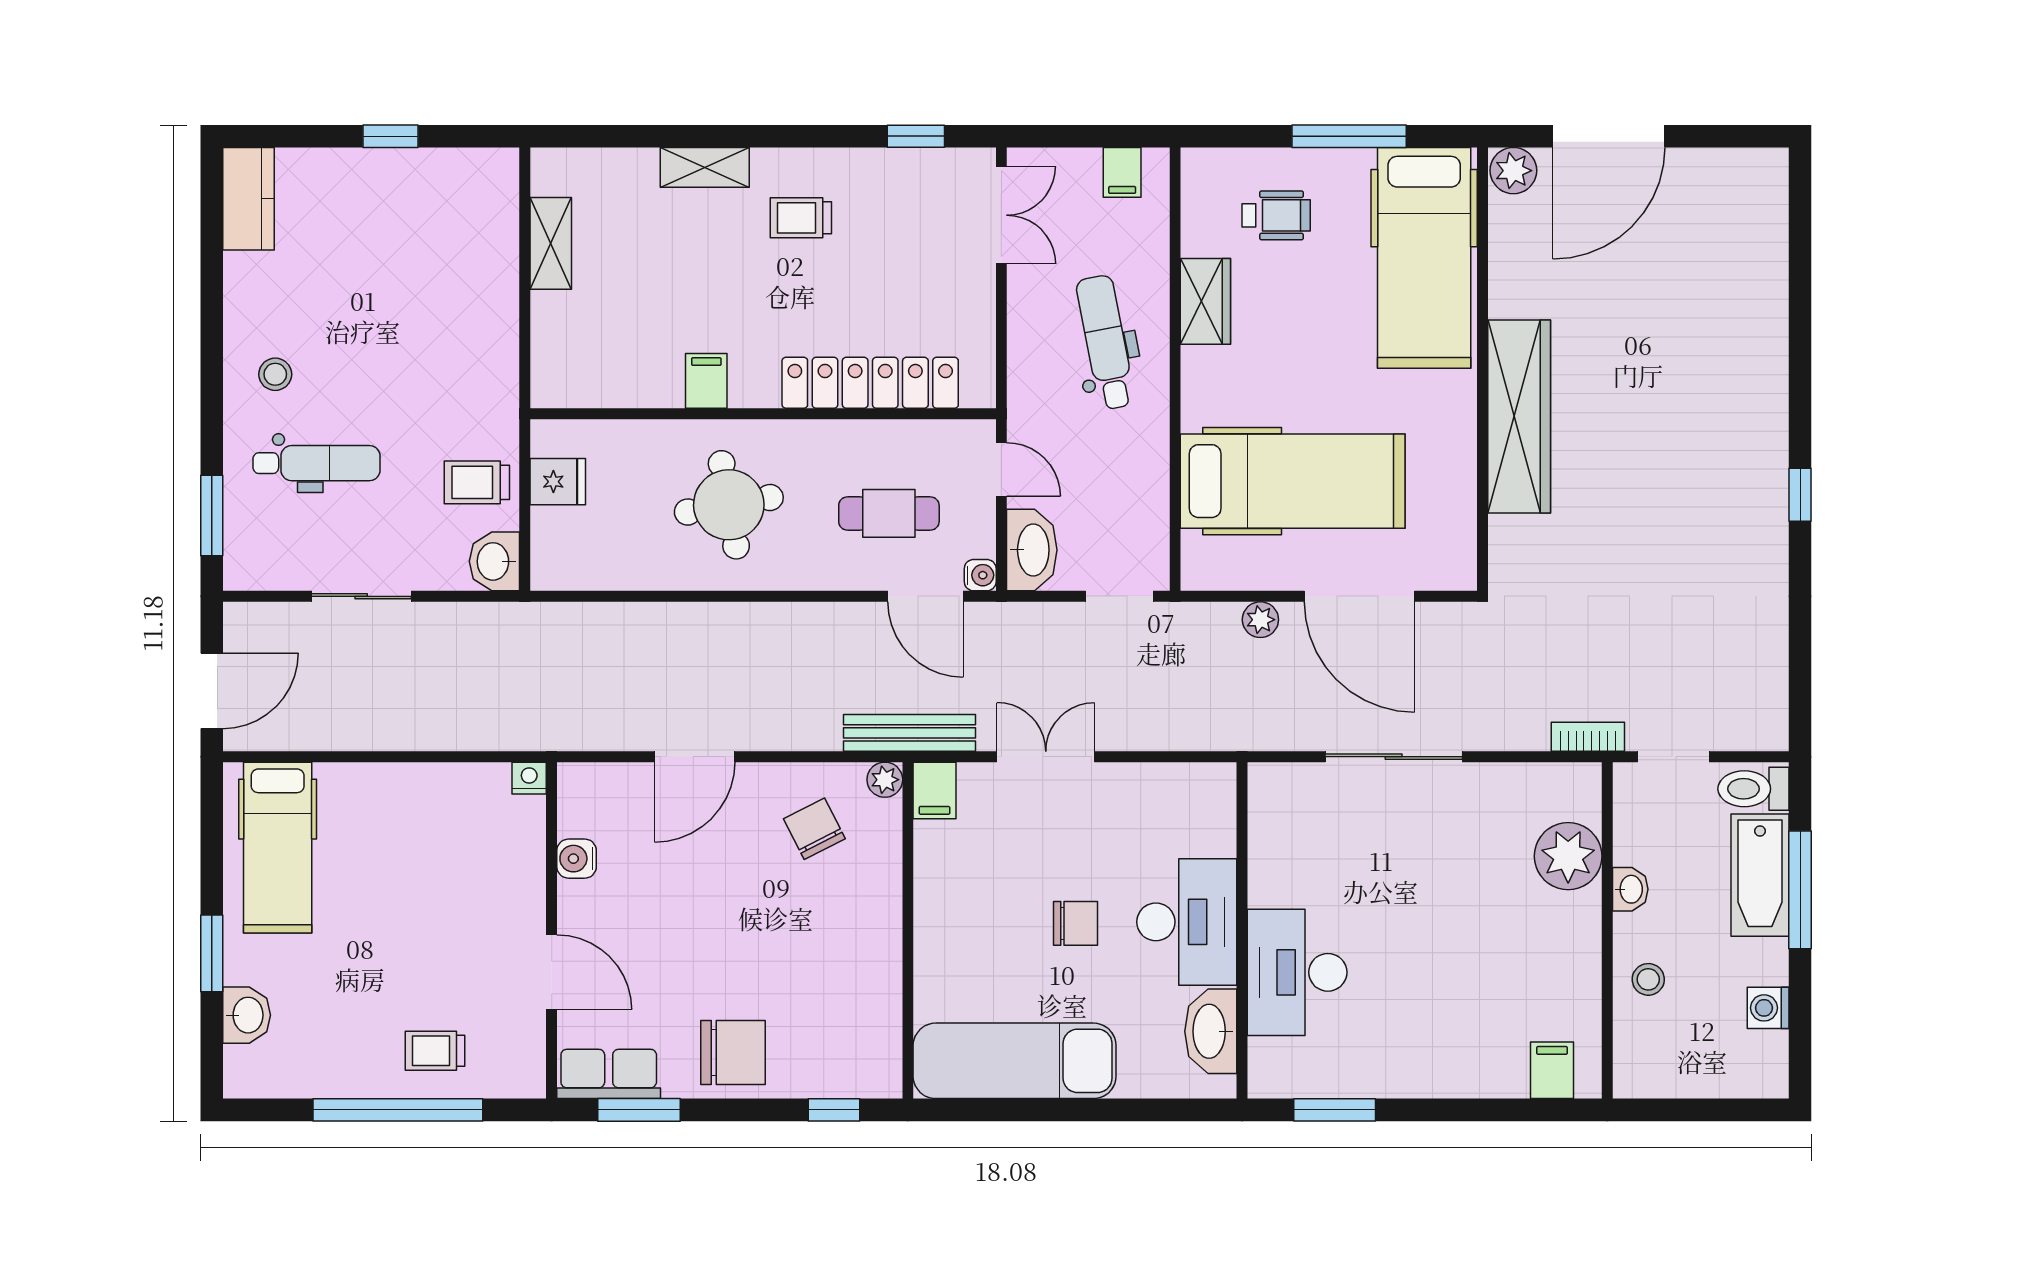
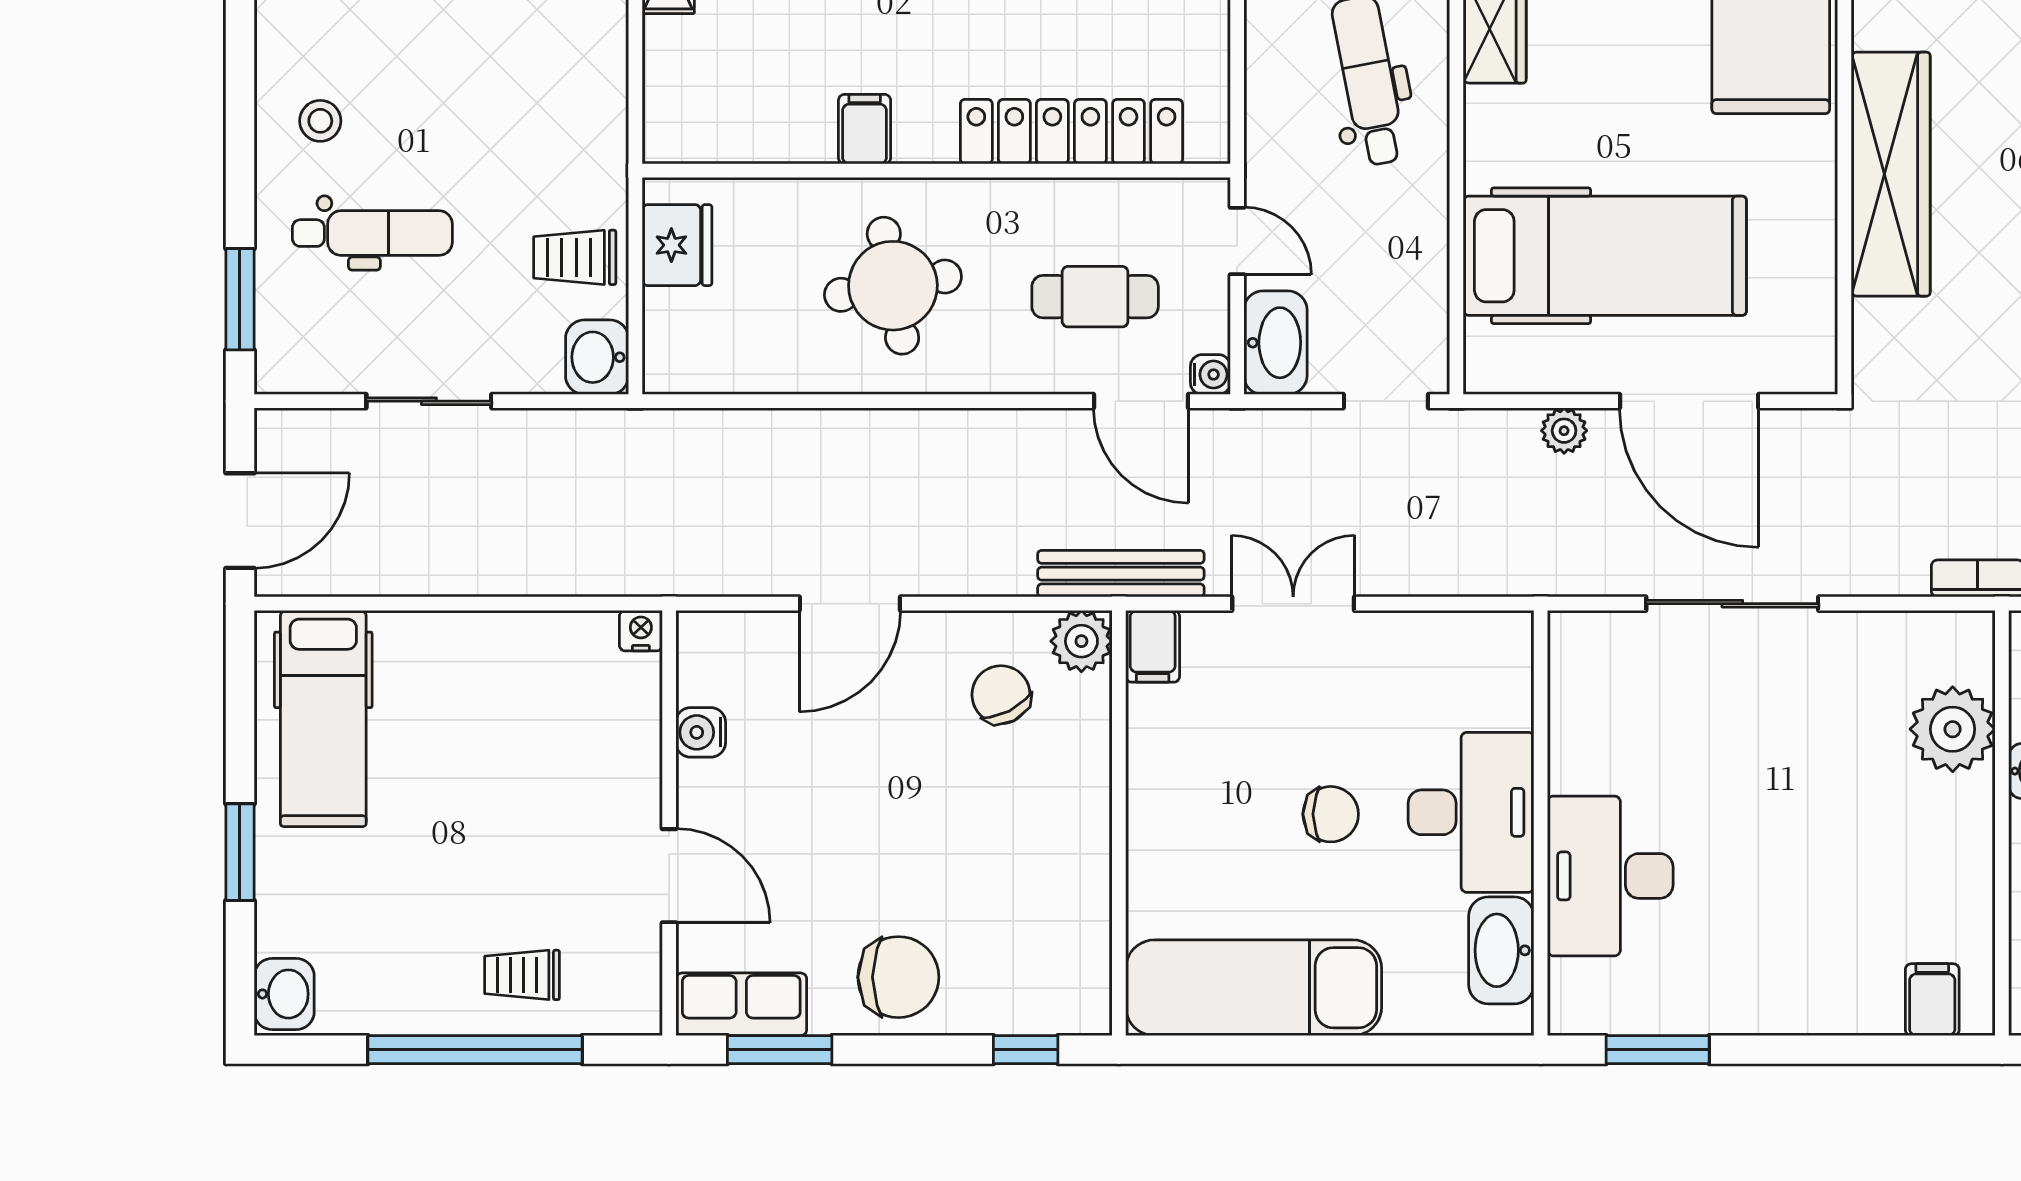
fridge: (558, 482) -> (677, 245), width x1.38
plant: (885, 780) -> (1081, 641), width x1.38, depth x1.38
washbasin: (247, 1015) -> (284, 994), moved

